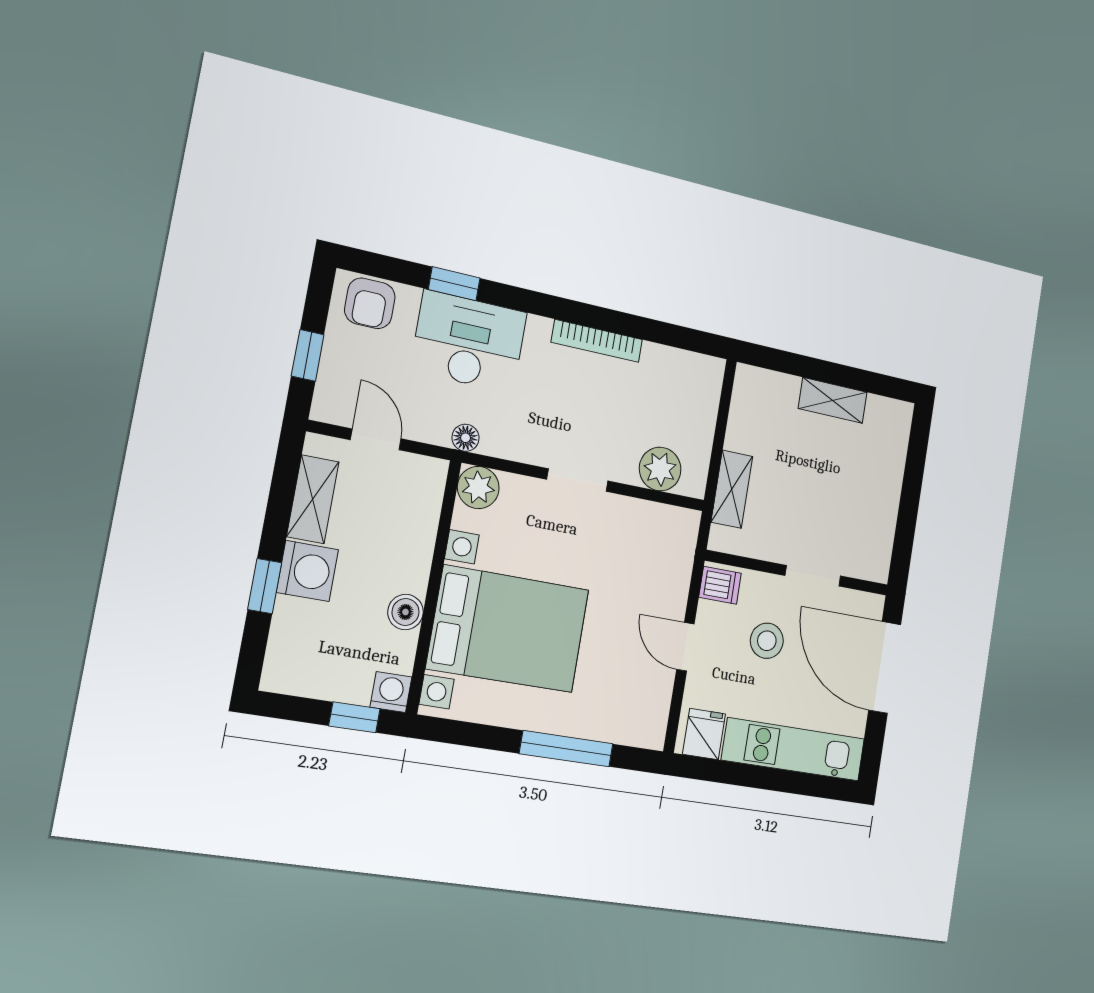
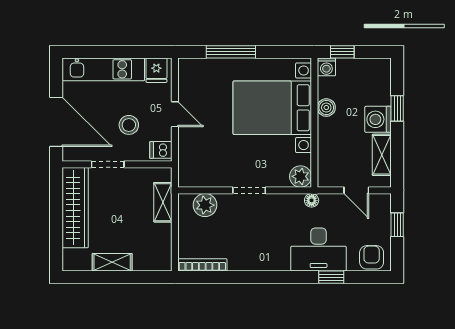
bookcase: (597, 341) -> (202, 265), moved
wardrobe: (877, 509) -> (75, 208), added

